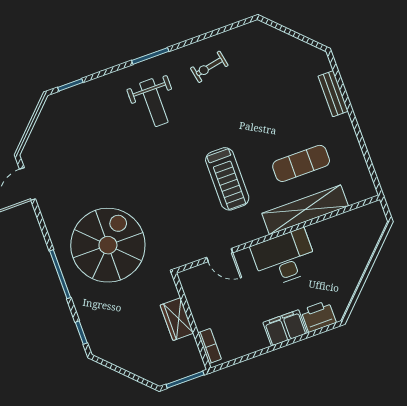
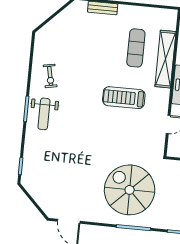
weight bench: (154, 103) -> (44, 114), moved, turned 90
treadmill: (227, 179) -> (124, 98), turned 180

